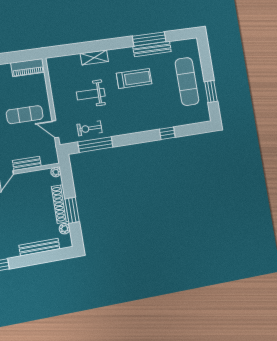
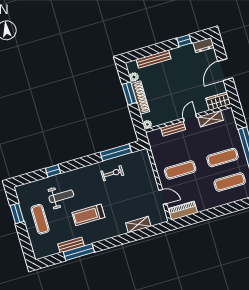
bench: (152, 49) -> (71, 245), width x0.73
shelving: (94, 57) -> (138, 225), moved
exercise mat: (187, 82) -> (40, 219), width x0.73, depth x0.69
weight bench: (91, 94) -> (61, 196), moved
exercise bike: (90, 128) -> (112, 173), moved
door: (55, 129) -> (163, 197), moved

